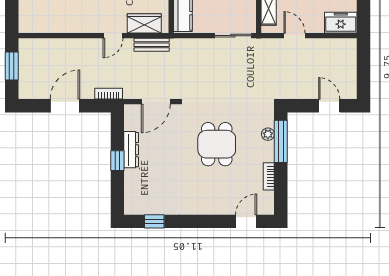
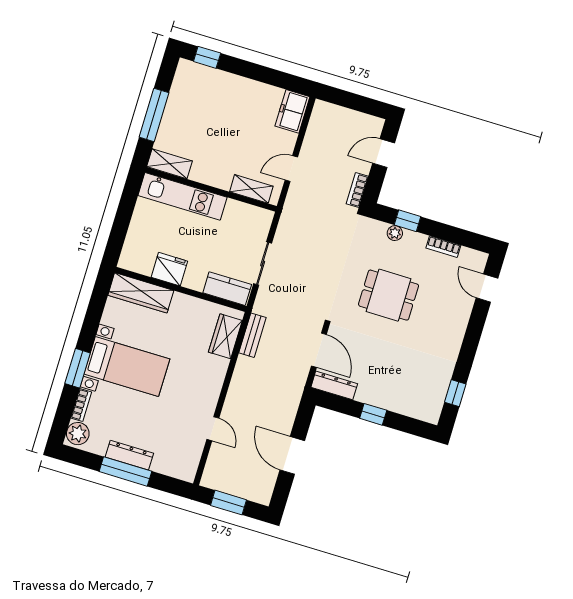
door: (113, 36) -> (213, 429), moved
sliding door: (233, 36) -> (263, 264), moved
bookcase: (109, 94) -> (357, 190), moved
window: (281, 141) -> (407, 221), width x0.46
dresser: (131, 150) -> (334, 385), moved

